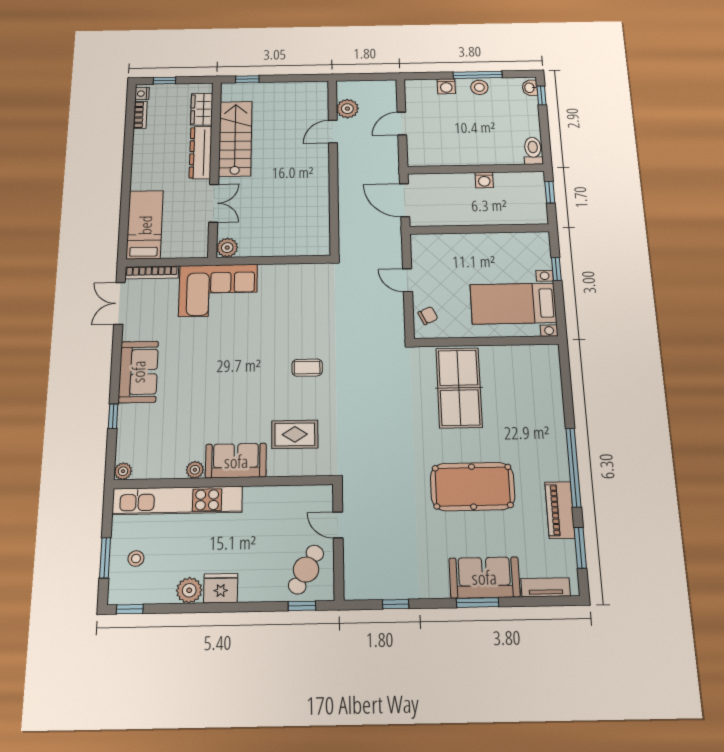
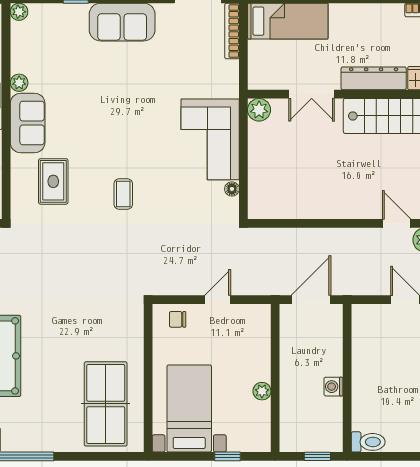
plant: (492, 240) -> (262, 391), added
floor lamp: (302, 270) -> (232, 189), added
corner sofa: (218, 290) -> (210, 139), moved
chair: (428, 316) -> (178, 319), turned 115
table tennis table: (459, 388) -> (106, 404), moved, turned 90

